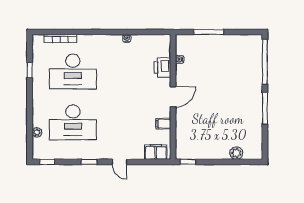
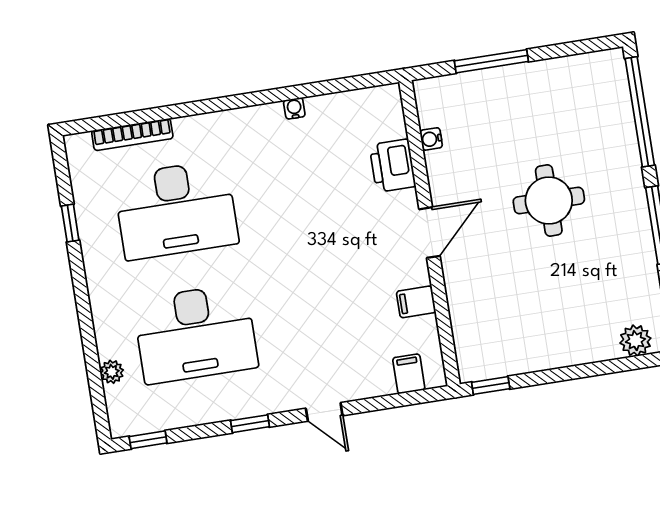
round table: (223, 91) -> (549, 201), added
filing cabinet: (156, 152) -> (409, 374), width x0.50
plant: (236, 153) -> (635, 341), moved

